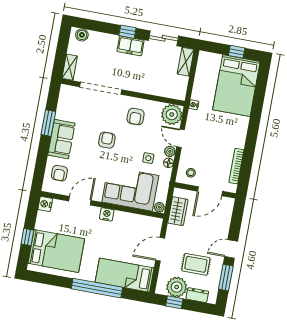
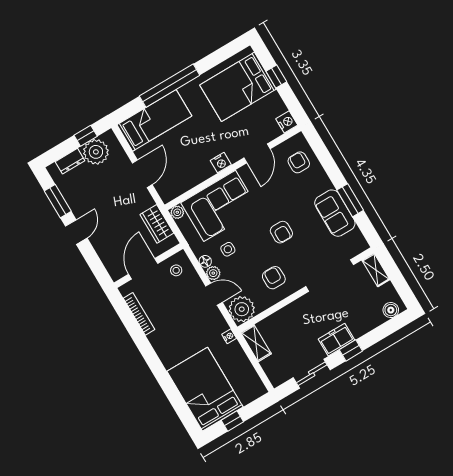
shelving: (186, 62) -> (256, 343), moved
sofa: (61, 139) -> (335, 213), moved
rug: (196, 264) -> (97, 189), removed

